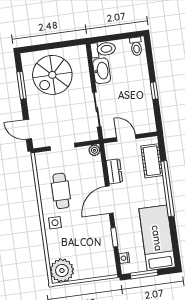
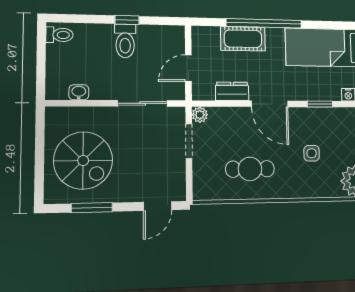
toilet: (103, 49) -> (125, 41), moved, turned 180
washbasin: (102, 71) -> (79, 92), width x0.52, depth x0.69
doorway: (62, 147) -> (189, 141), moved
cot: (152, 161) -> (243, 39), moved
side table: (55, 223) -> (312, 153), moved

